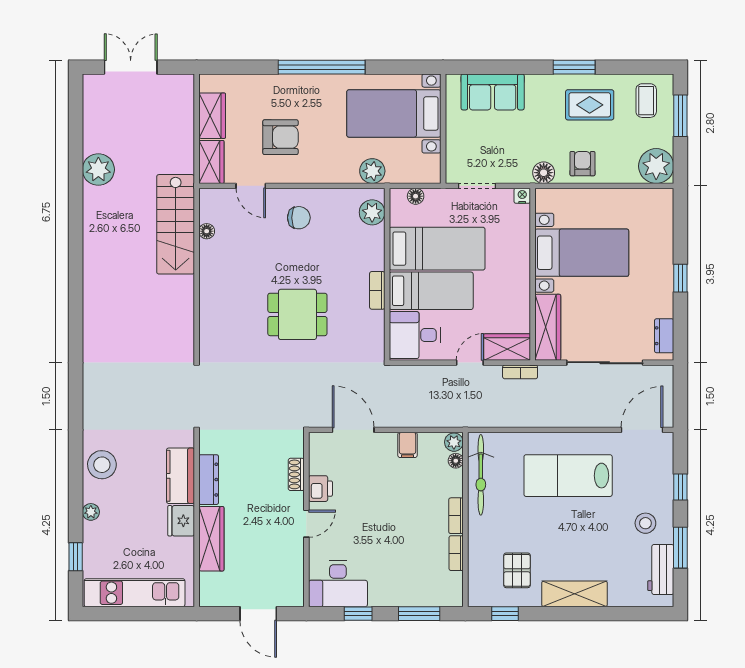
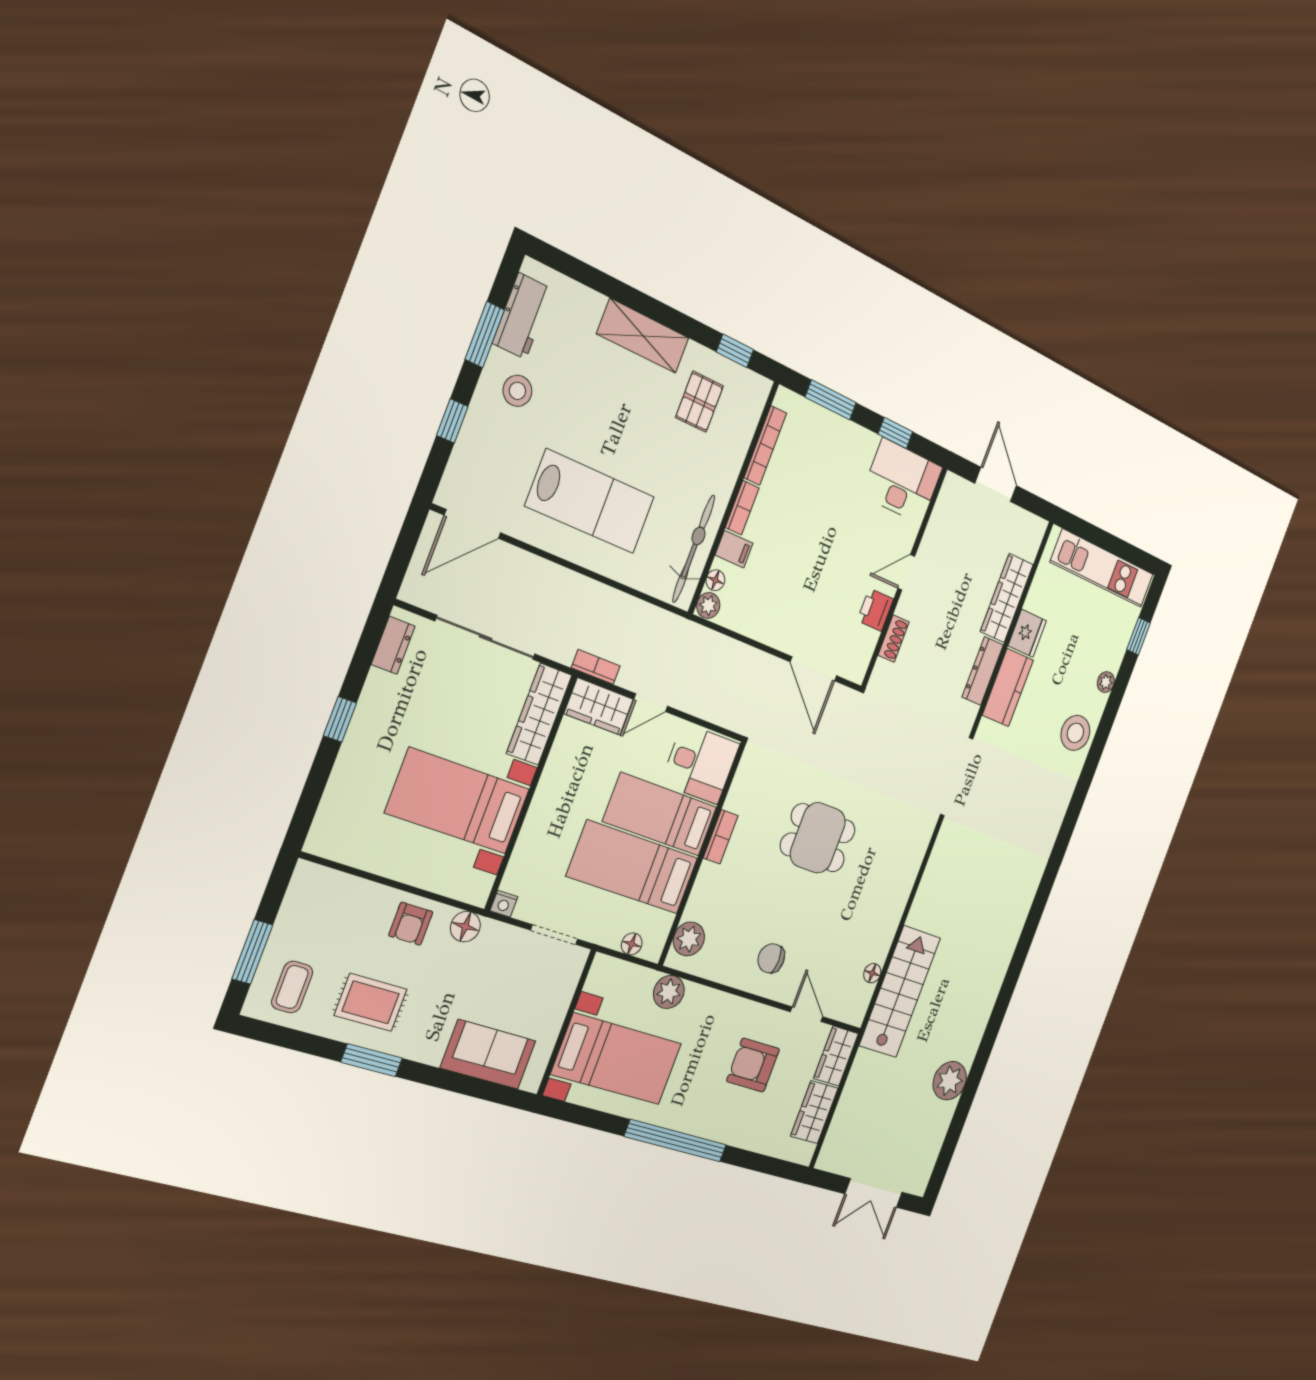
plant: (656, 166) -> (313, 890), removed
filing cabinet: (408, 445) -> (734, 549), moved, turned 90
bookcase: (456, 553) -> (765, 445), width x1.56

